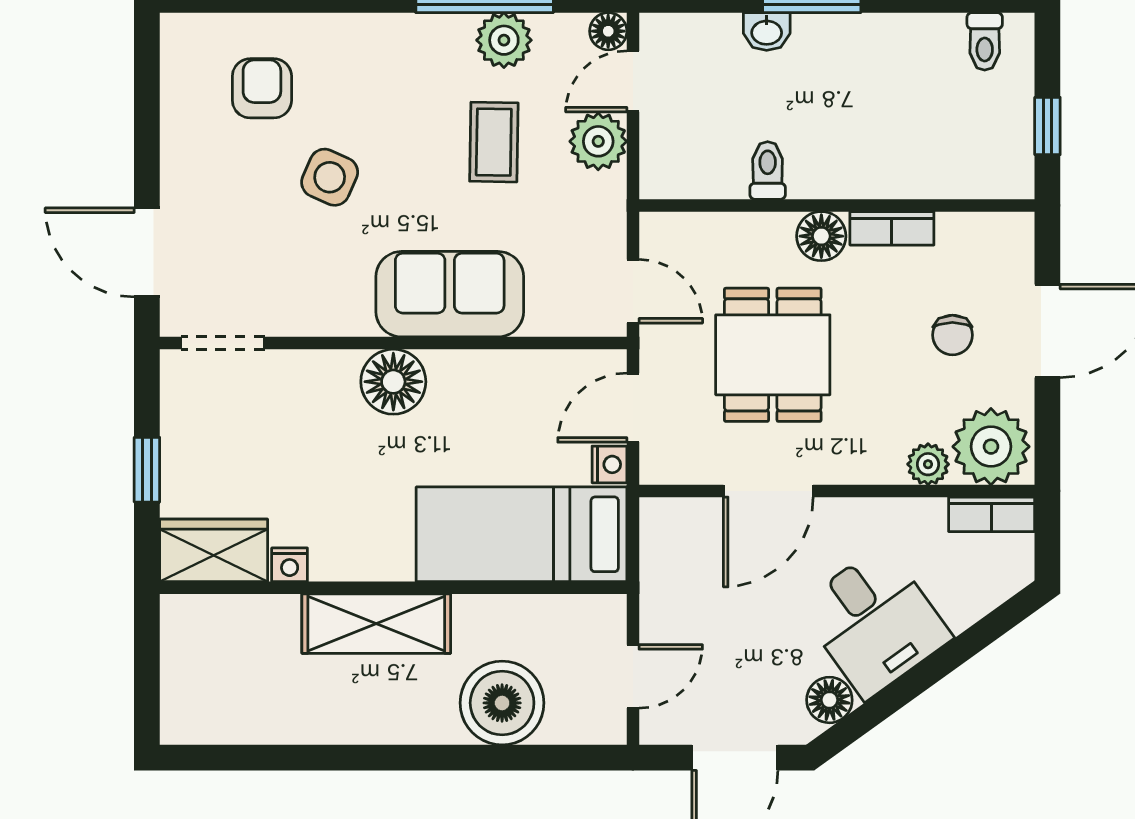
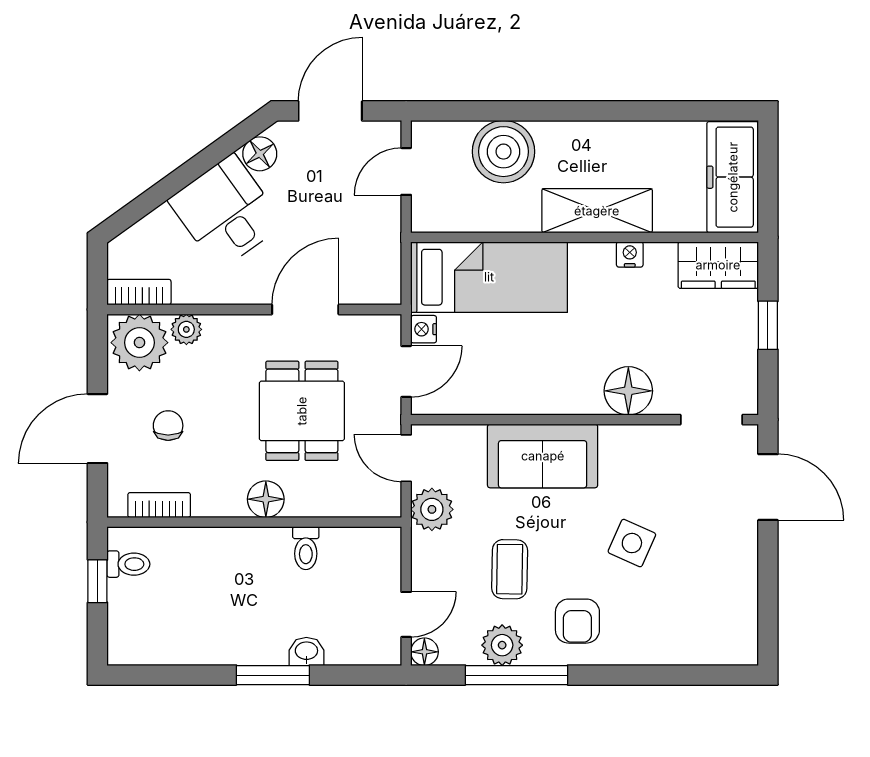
toilet: (985, 41) -> (128, 564), moved, turned 90
armchair: (262, 88) -> (577, 621), moved
plant: (598, 141) -> (432, 509), moved
bookcase: (892, 228) -> (159, 505), moved
floor lamp: (393, 382) -> (628, 391), moved
nightstand: (290, 565) -> (630, 254), moved
freezer: (194, 669) -> (733, 177), added

